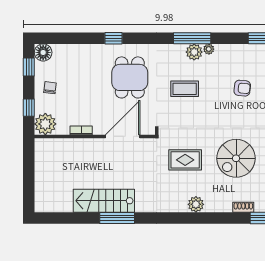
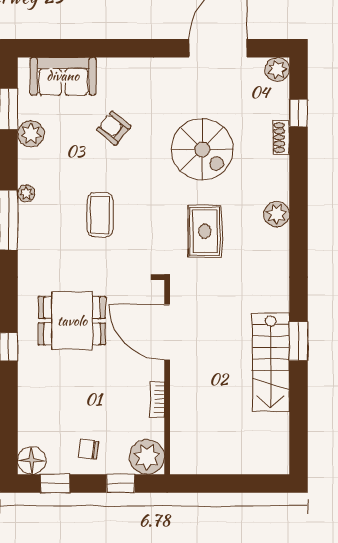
plant: (194, 52) -> (31, 134), moved
armchair: (242, 88) -> (114, 128), moved, turned -57
coffee table: (185, 89) -> (100, 215), moved
window: (117, 218) -> (298, 341), width x0.69

